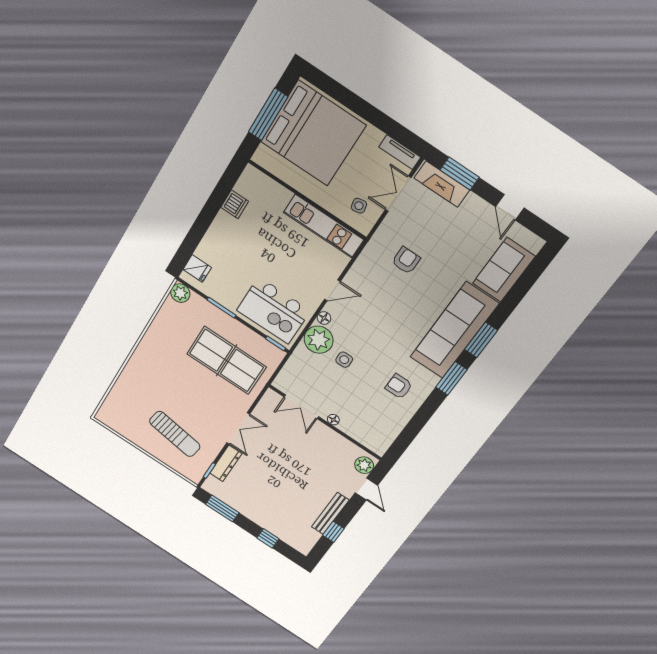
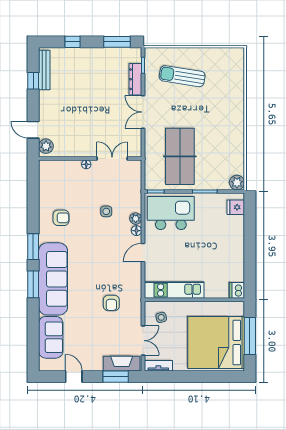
dishwasher: (235, 204) -> (237, 290), moved
plant: (319, 340) -> (136, 219), width x0.53, depth x0.53
table tennis table: (226, 360) -> (180, 156), turned 90
bench: (330, 513) -> (44, 70), moved

